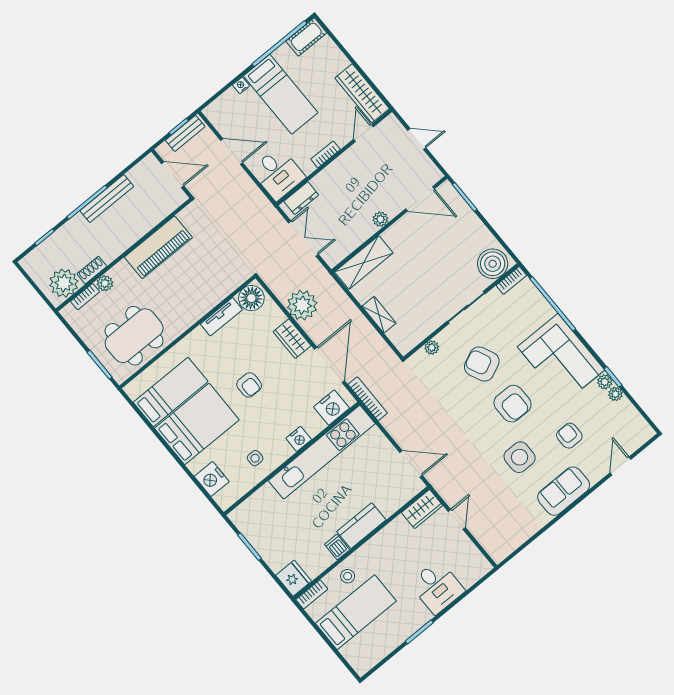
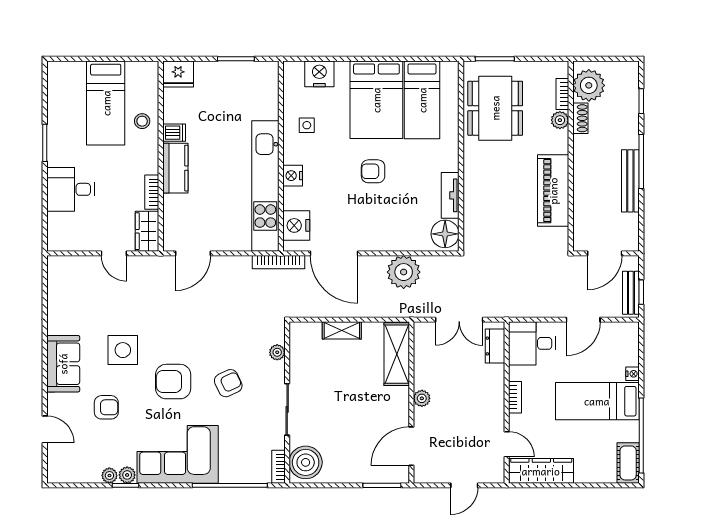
wardrobe: (292, 339) -> (382, 240), removed
armchair: (482, 364) -> (228, 383), width x0.72, depth x0.72
bookcase: (312, 594) -> (152, 192), moved

